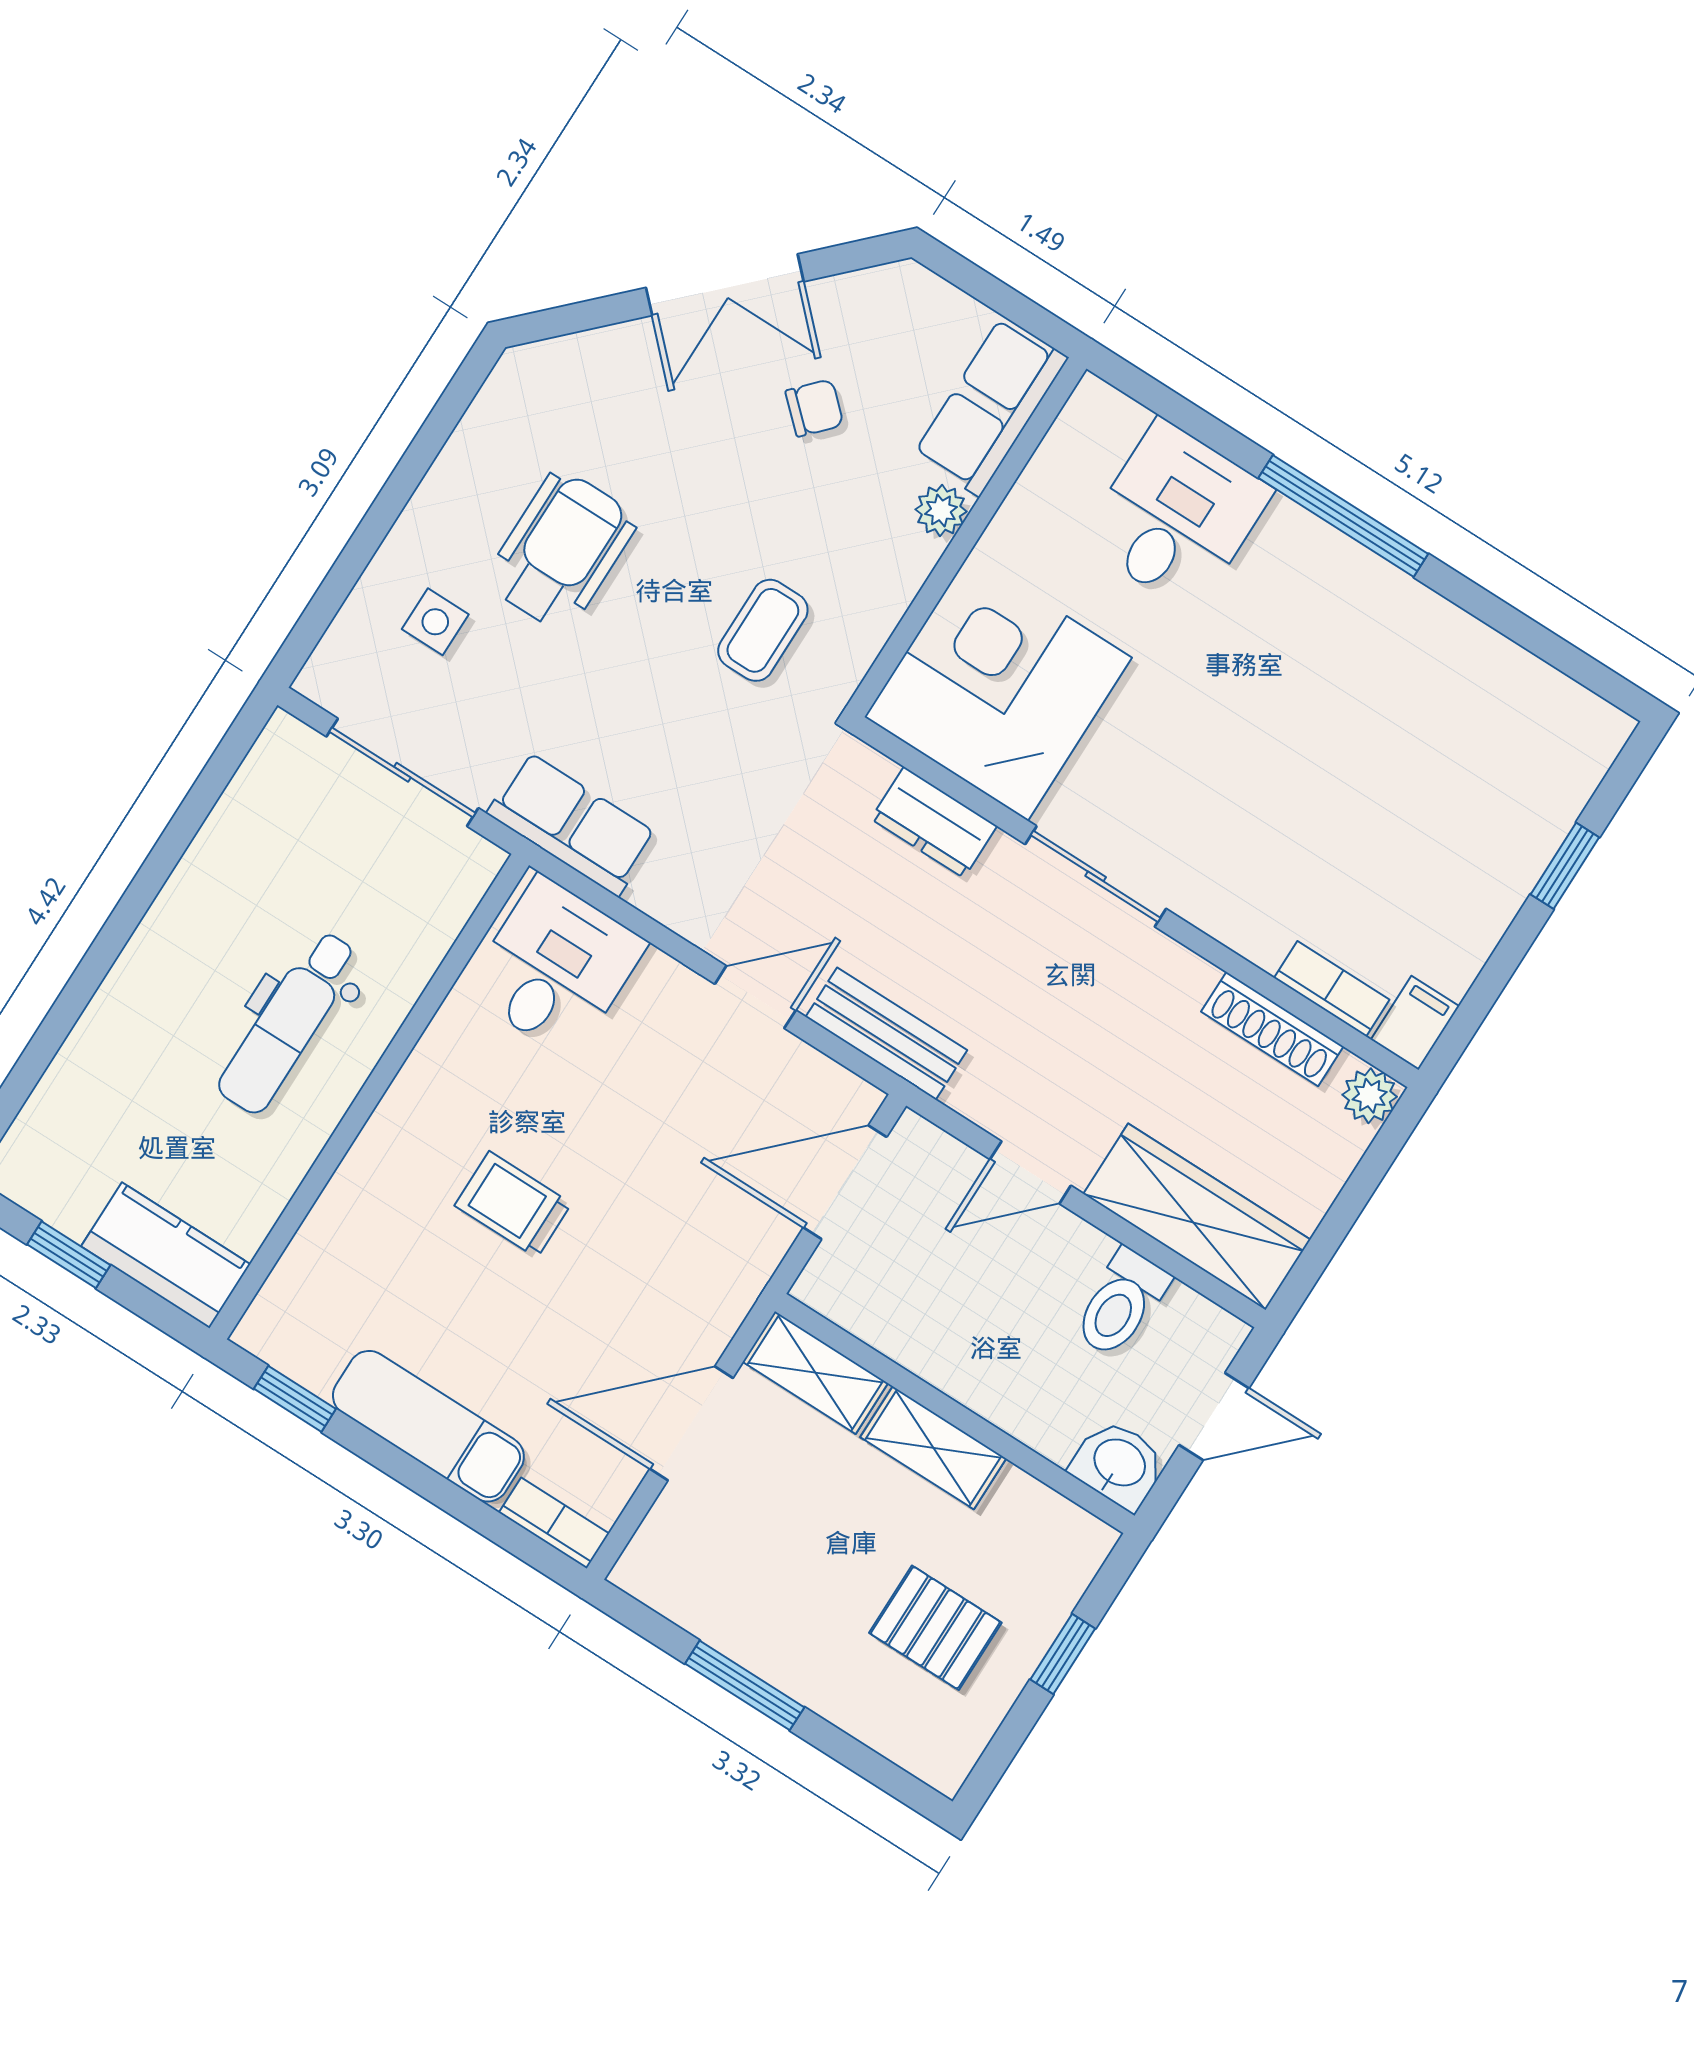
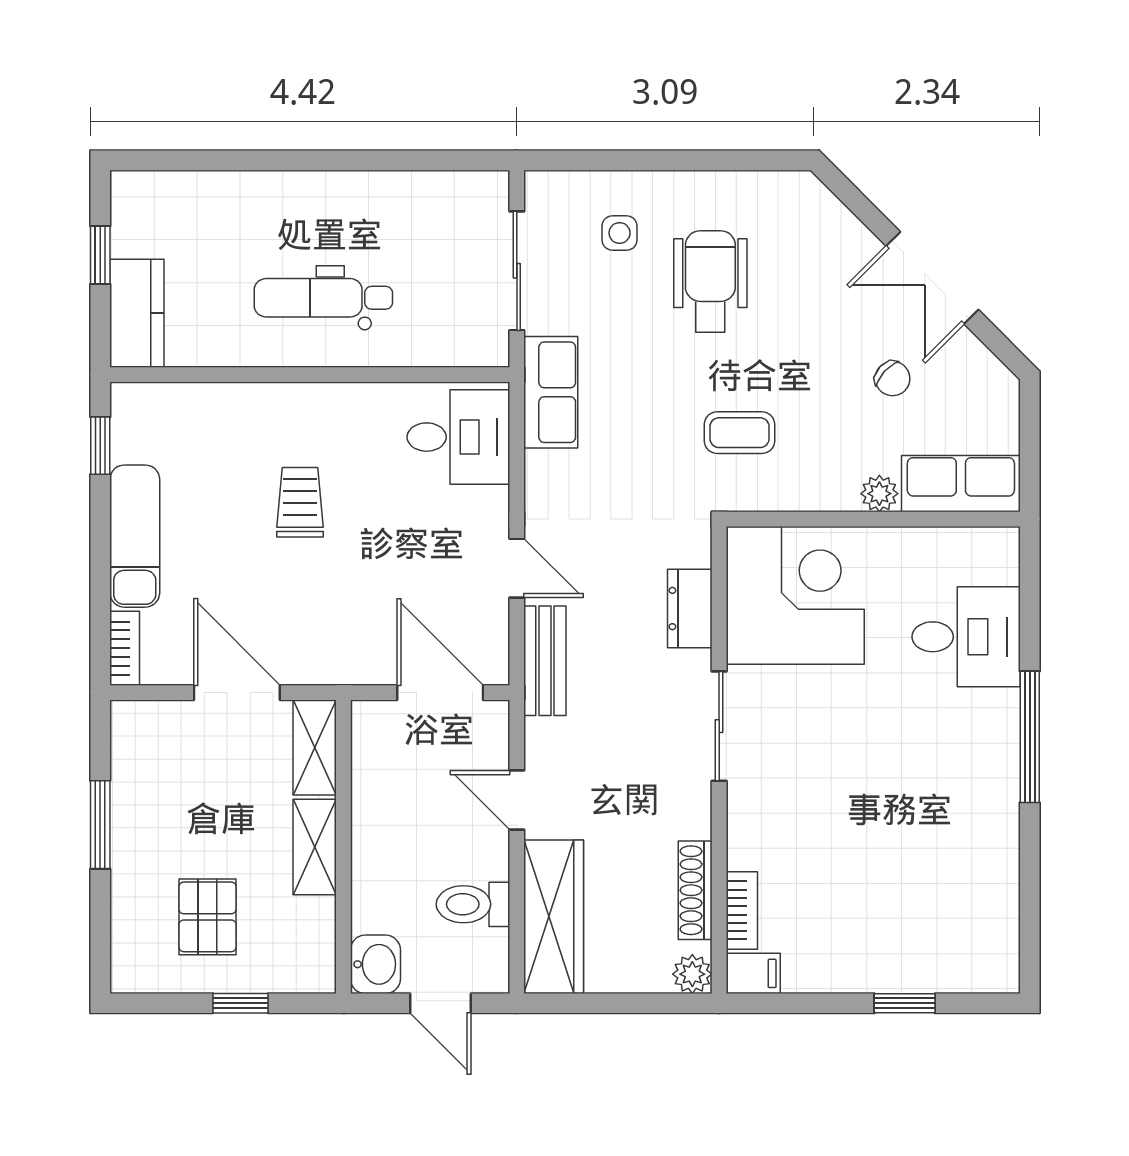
wheelchair: (561, 551) -> (710, 281), turned -90

